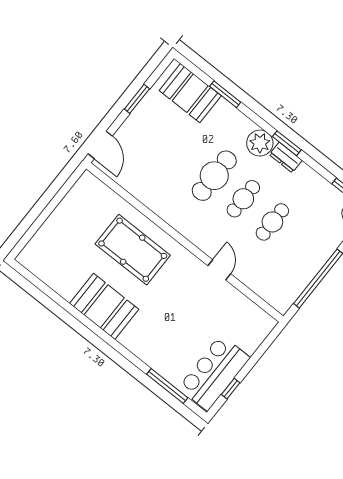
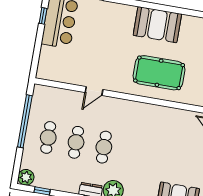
cafe table: (214, 176) -> (48, 137), moved, width x0.73, depth x0.74
door: (219, 270) -> (94, 91), hinge flipped

